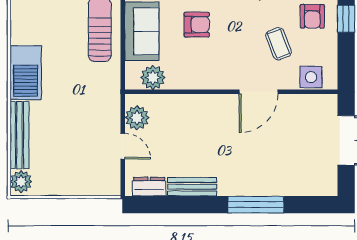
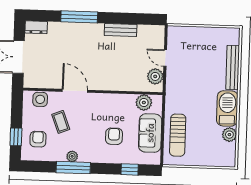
armchair: (197, 25) -> (114, 136), turned 90
door: (259, 92) -> (75, 91), hinge flipped
plant: (21, 182) -> (229, 135), moved
dresser: (149, 187) -> (36, 27), moved

